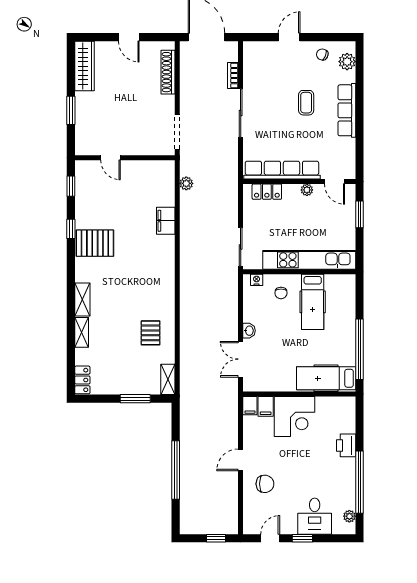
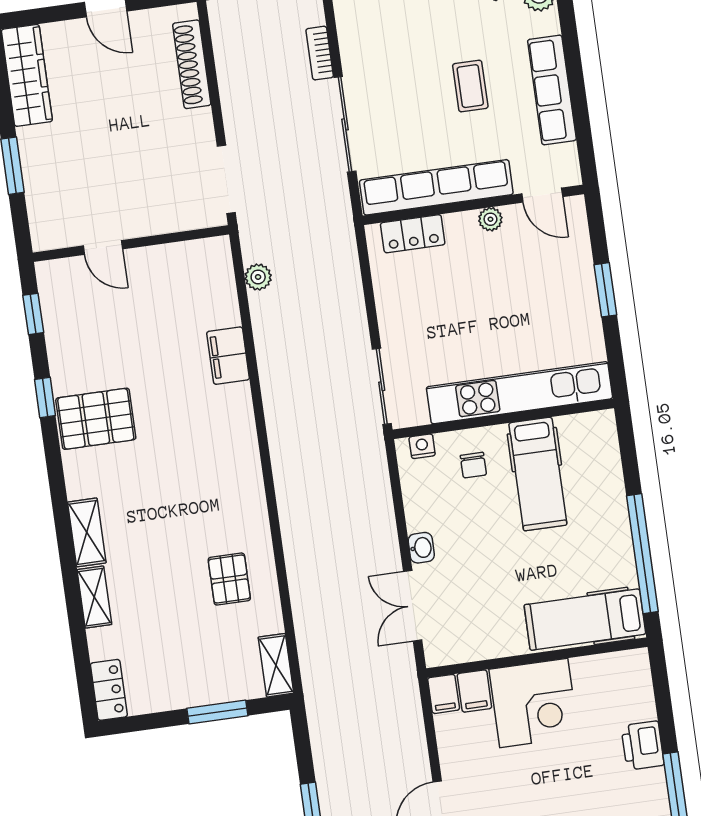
row of seats: (282, 170) -> (436, 187), moved
wall: (299, 181) -> (473, 205), moved
door: (335, 181) -> (542, 195), moved
plant: (307, 190) -> (490, 219), moved
locker: (267, 192) -> (413, 234), moved

